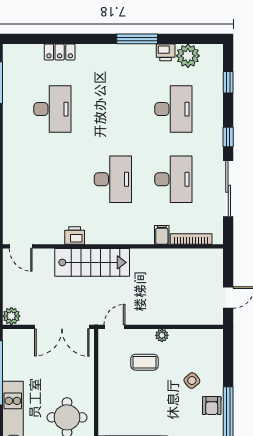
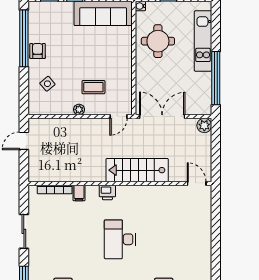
desk: (173, 179) -> (69, 239), removed
sliding door: (228, 189) -> (24, 231), width x0.73
printer: (75, 236) -> (107, 192), moved
side table: (192, 381) -> (47, 84), moved

